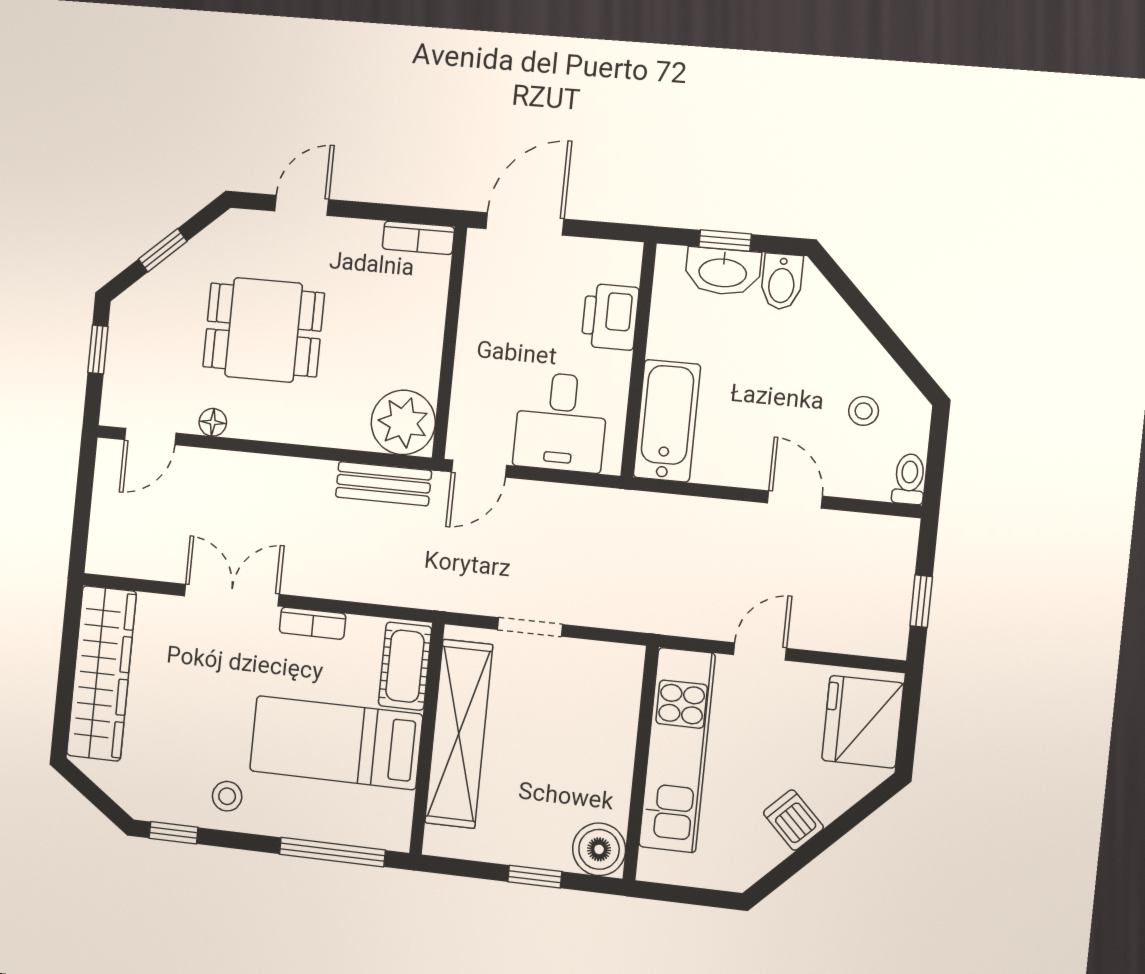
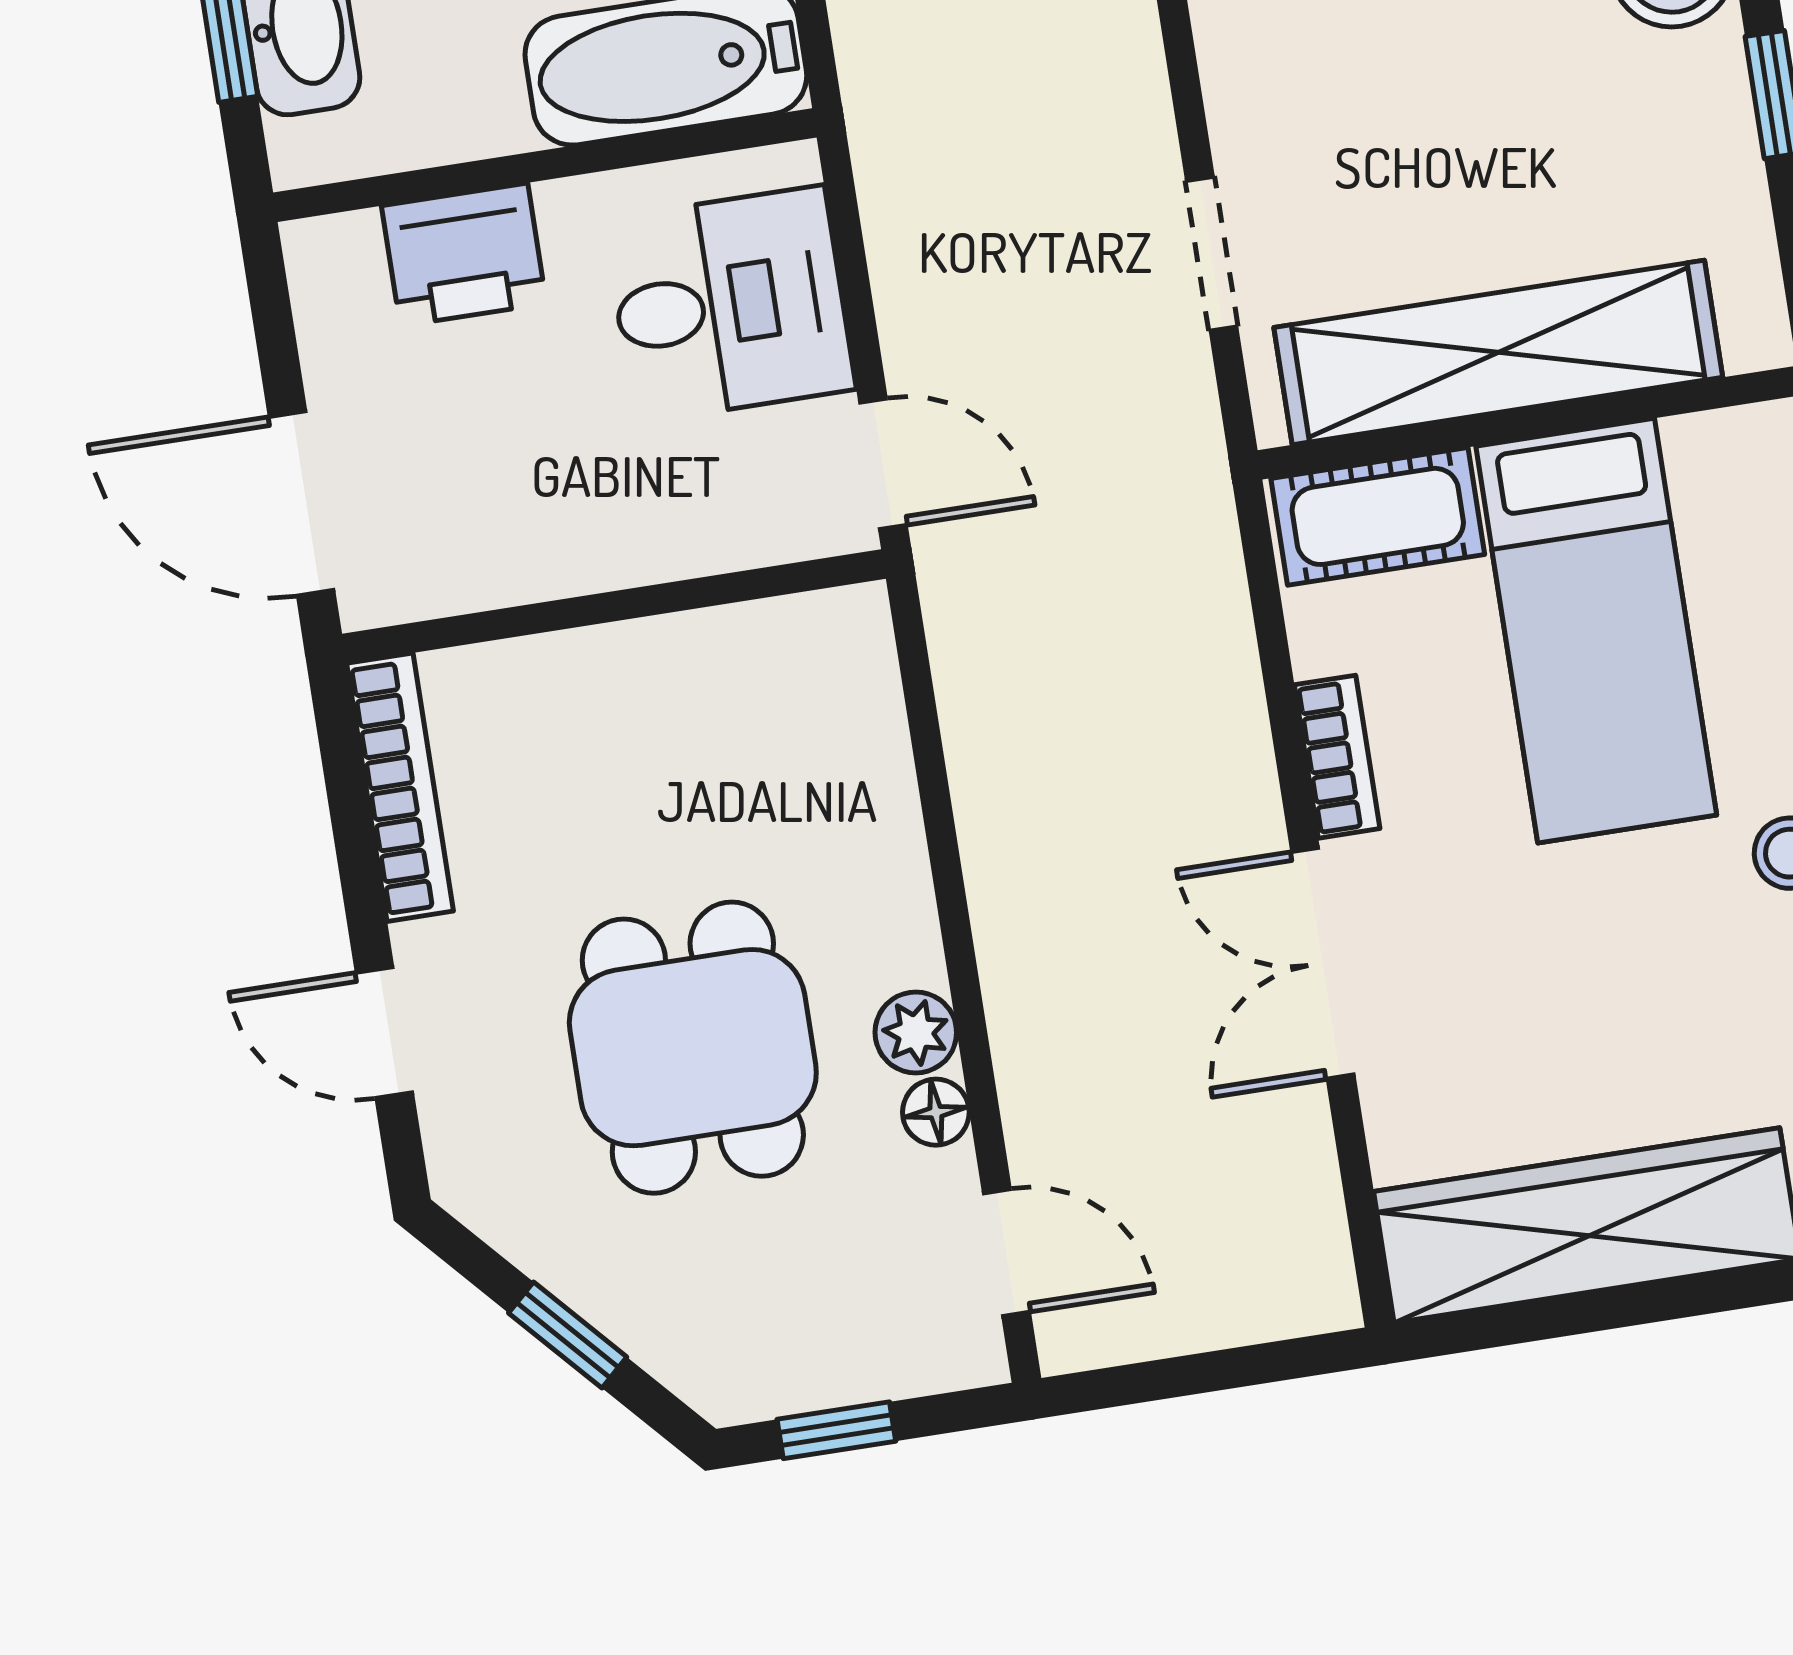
bookcase: (418, 238) -> (400, 787), width x1.56
plant: (403, 422) -> (916, 1032), moved, width x0.53, depth x0.53
bench: (384, 484) -> (974, 675), removed

